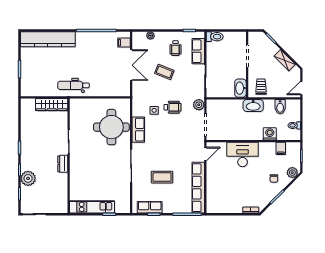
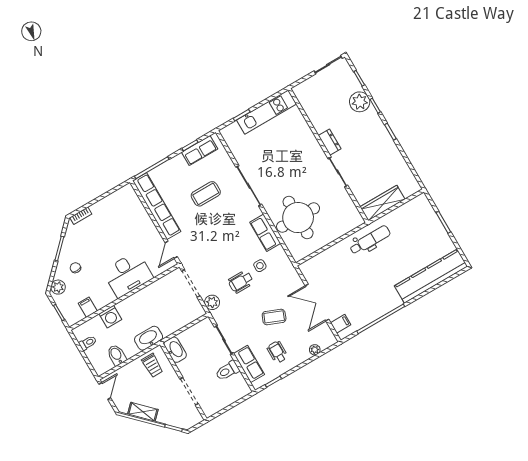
toilet: (215, 37) -> (227, 371), moved

